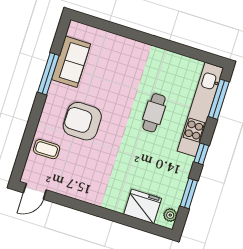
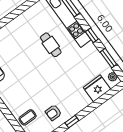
armchair: (82, 121) -> (54, 113), moved, width x0.53, depth x0.53
window: (81, 206) -> (72, 122), added

